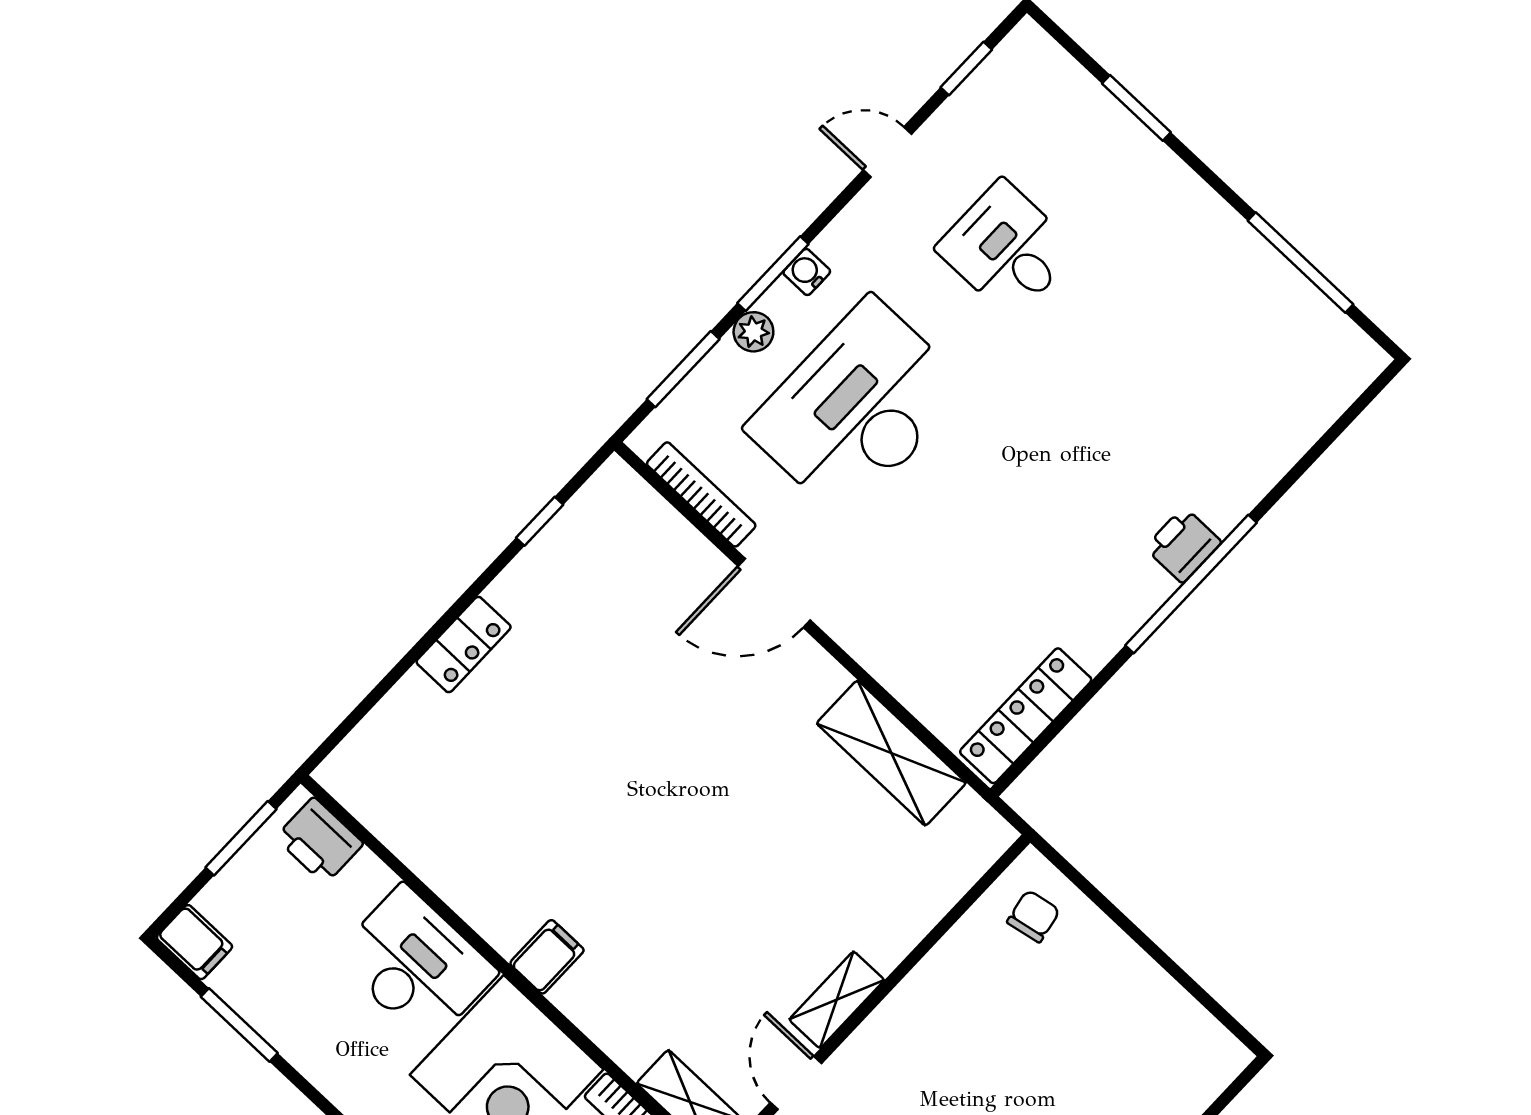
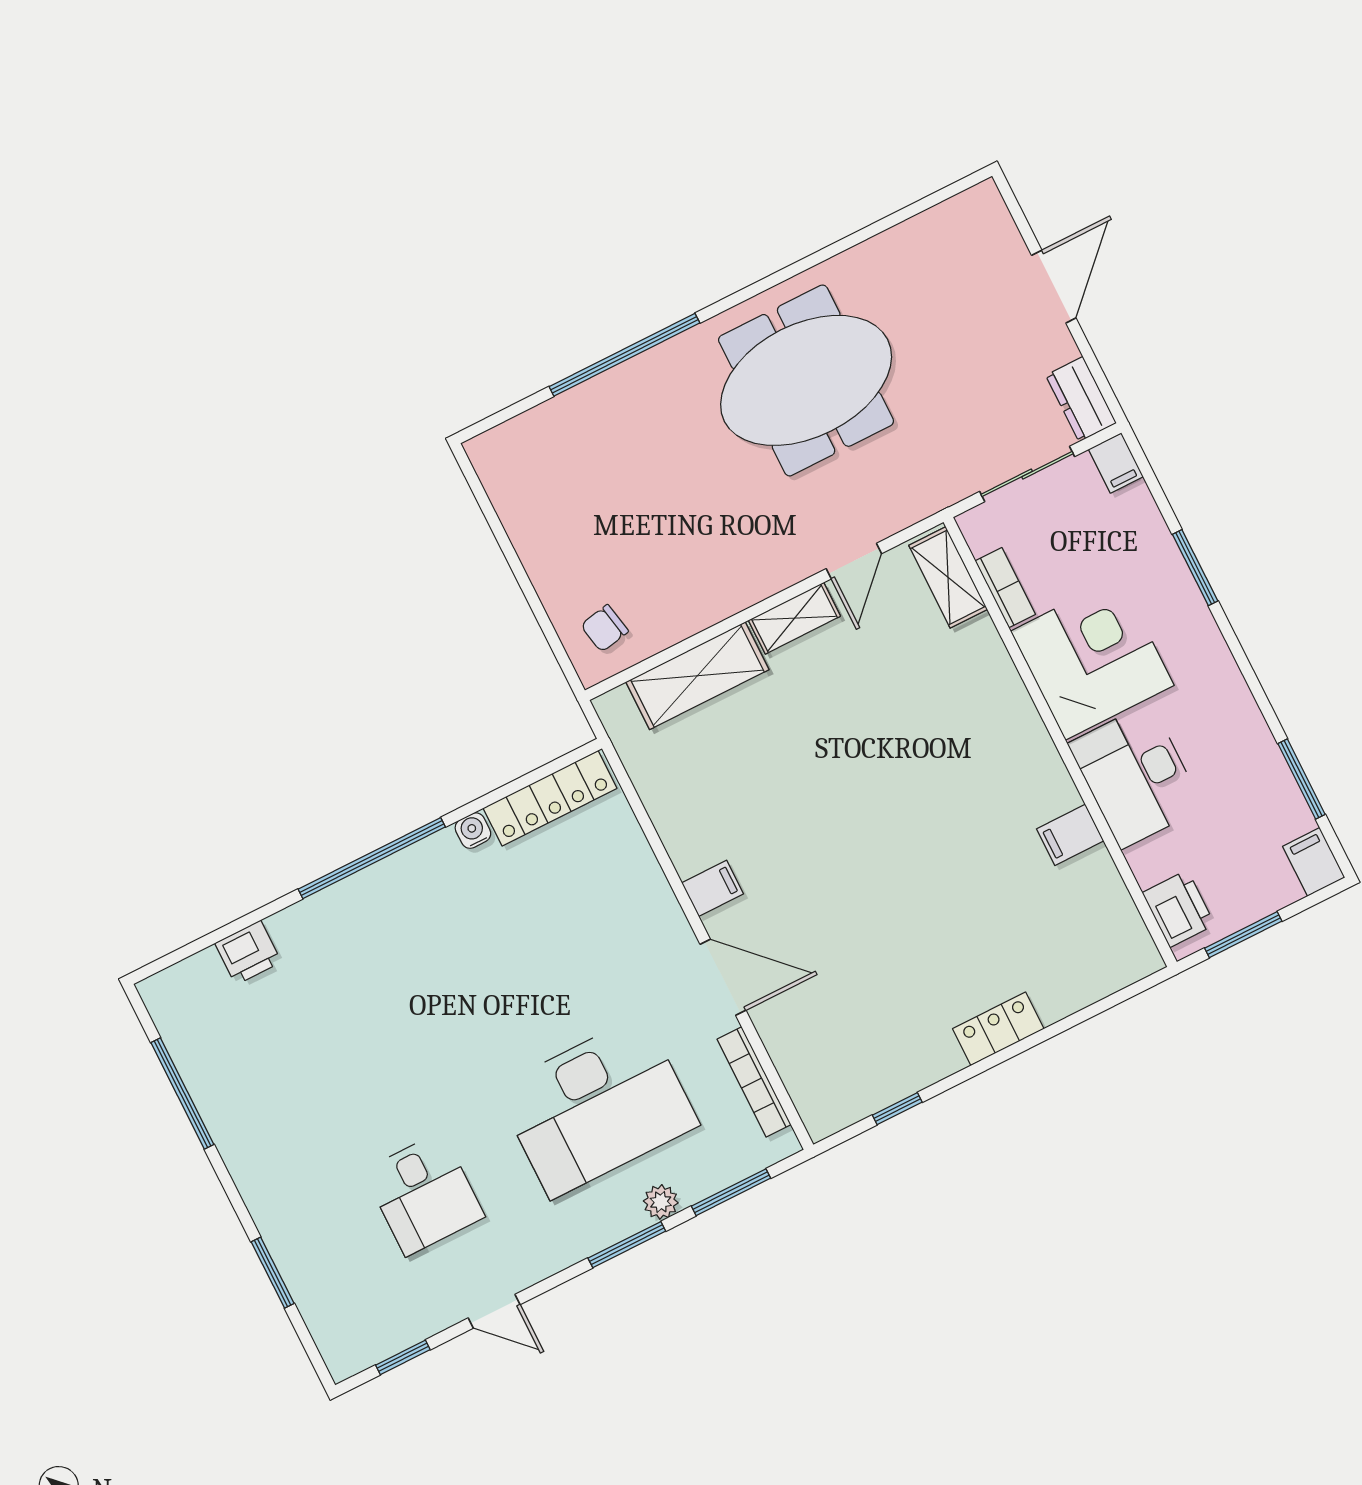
water cooler: (807, 272) -> (473, 831), moved, turned 180
printer: (1183, 545) -> (248, 953), moved
filing cabinet: (819, 683) -> (713, 888), added
shelving: (891, 753) -> (697, 676), moved, turned 90
filing cabinet: (547, 957) -> (1070, 835), moved

